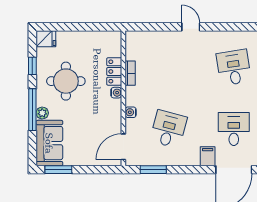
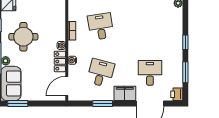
desk: (234, 68) -> (101, 27), moved
locker: (114, 71) -> (60, 61), moved
filing cabinet: (208, 156) -> (125, 93), width x2.00
window: (153, 170) -> (103, 103), moved

